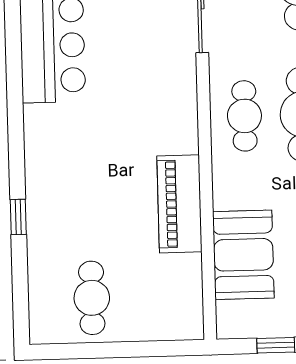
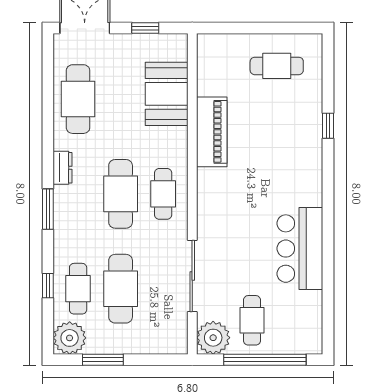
cafe table: (92, 298) -> (277, 66), turned 90

